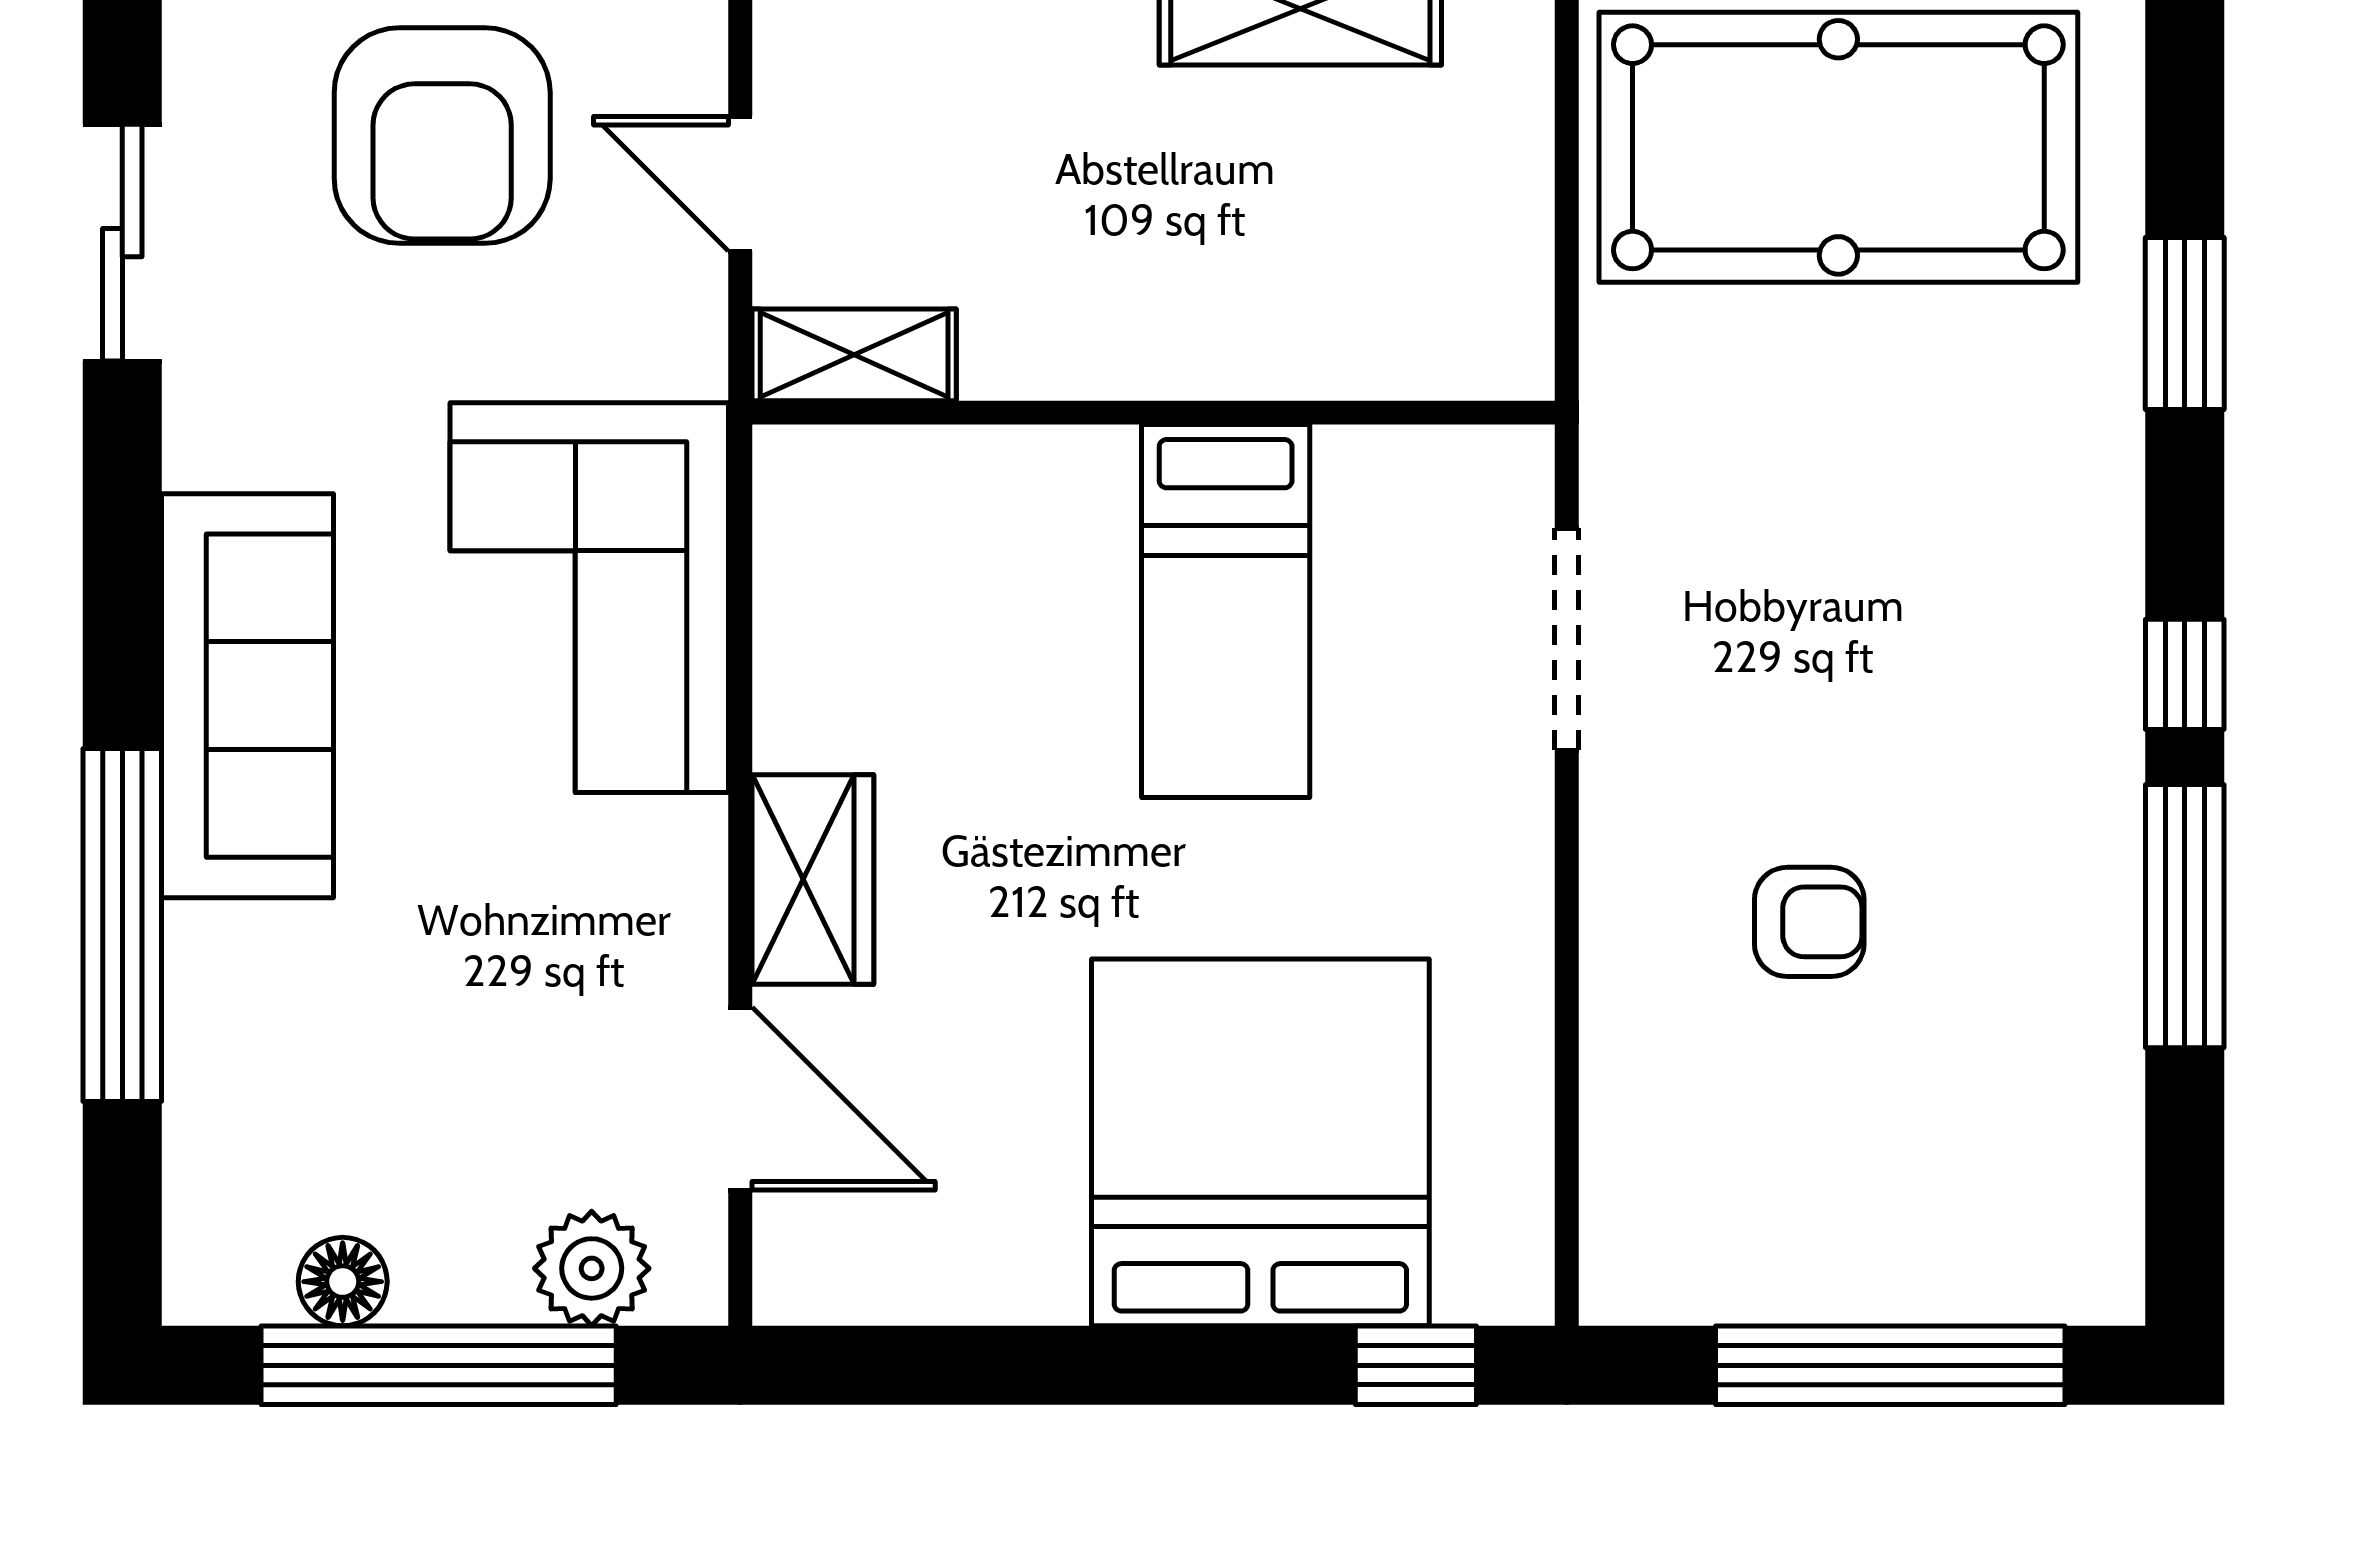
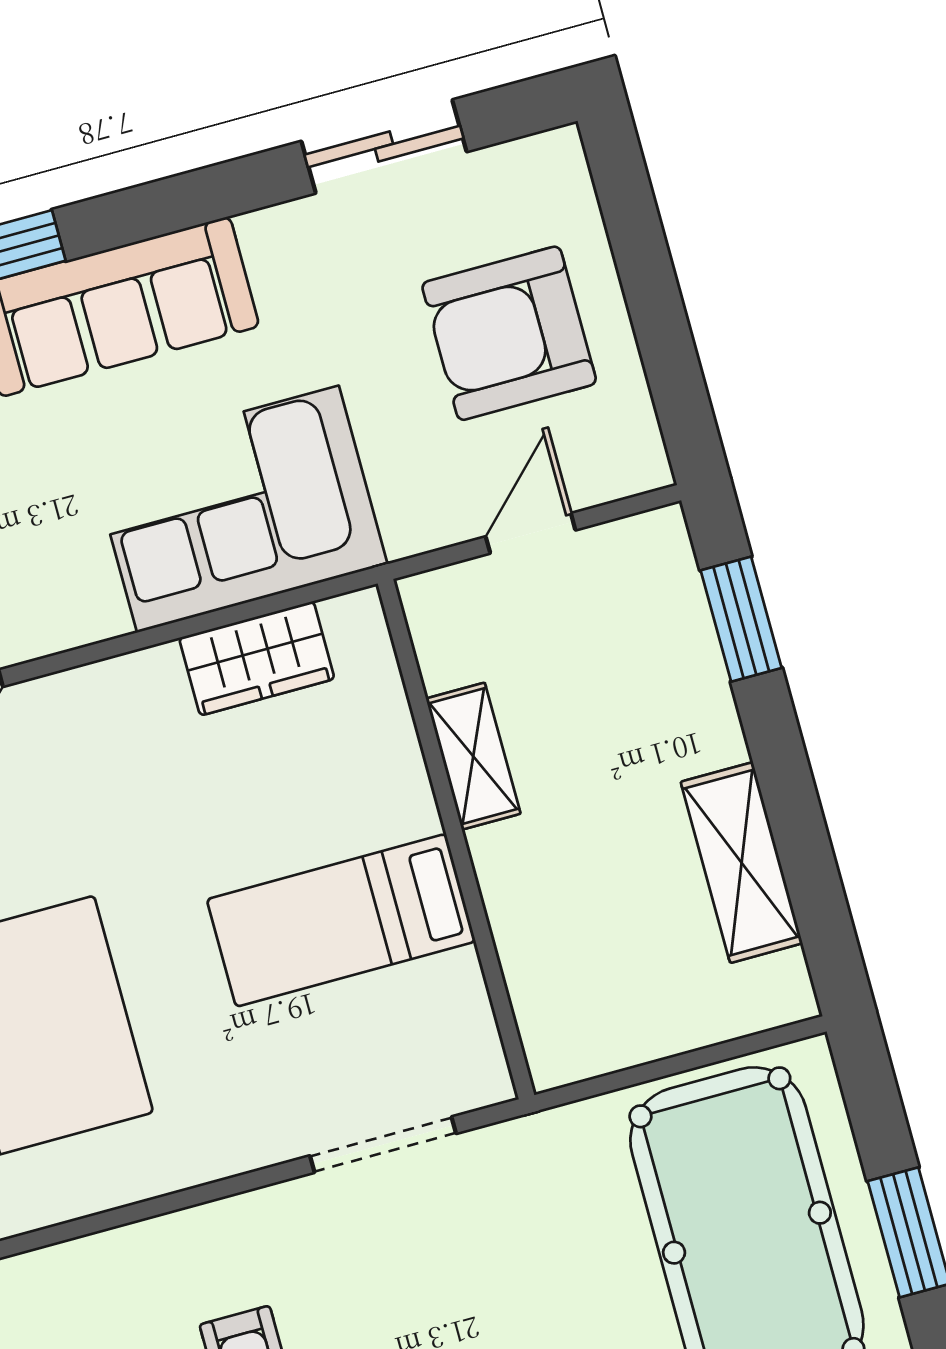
shelving: (854, 355) -> (473, 756), moved
wardrobe: (813, 880) -> (257, 658), moved

